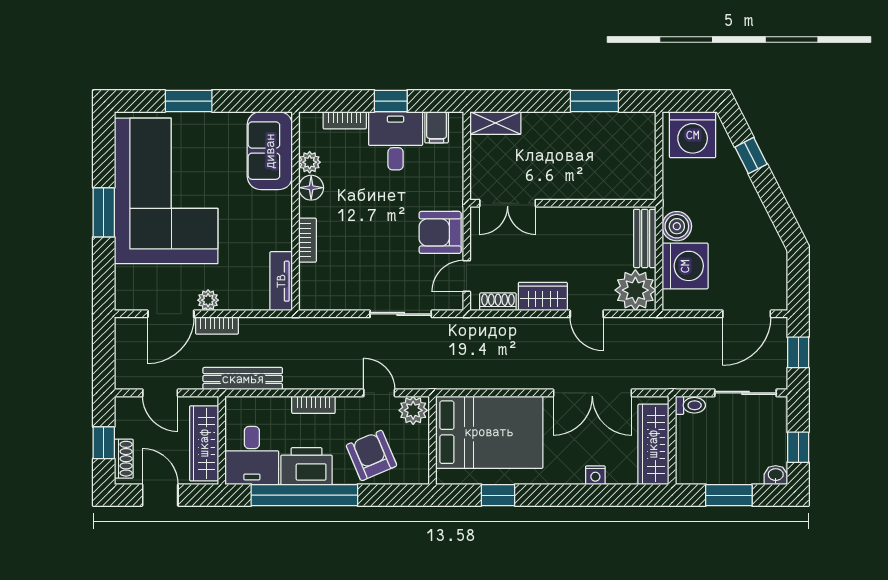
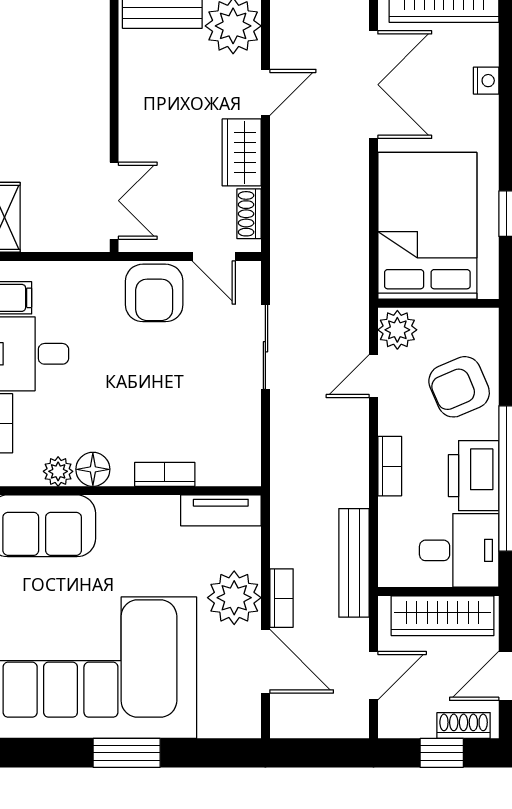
plant: (208, 300) -> (234, 598), width x1.88, depth x1.88

